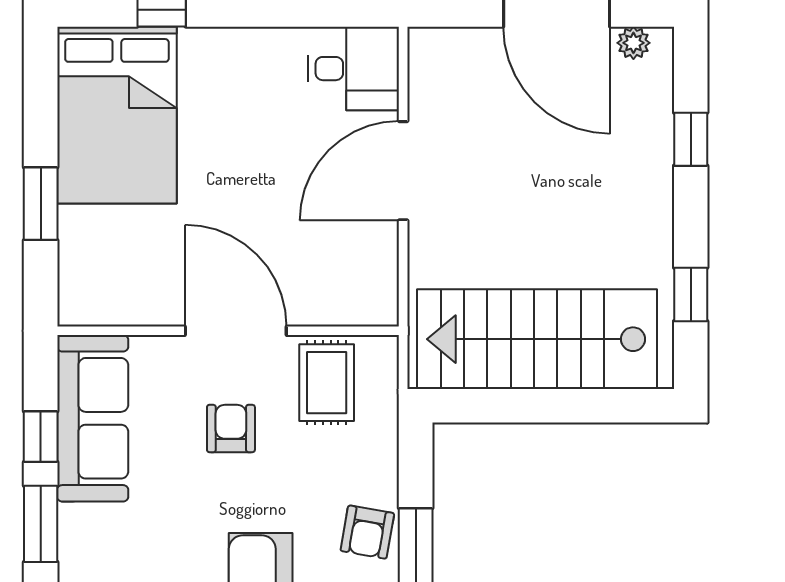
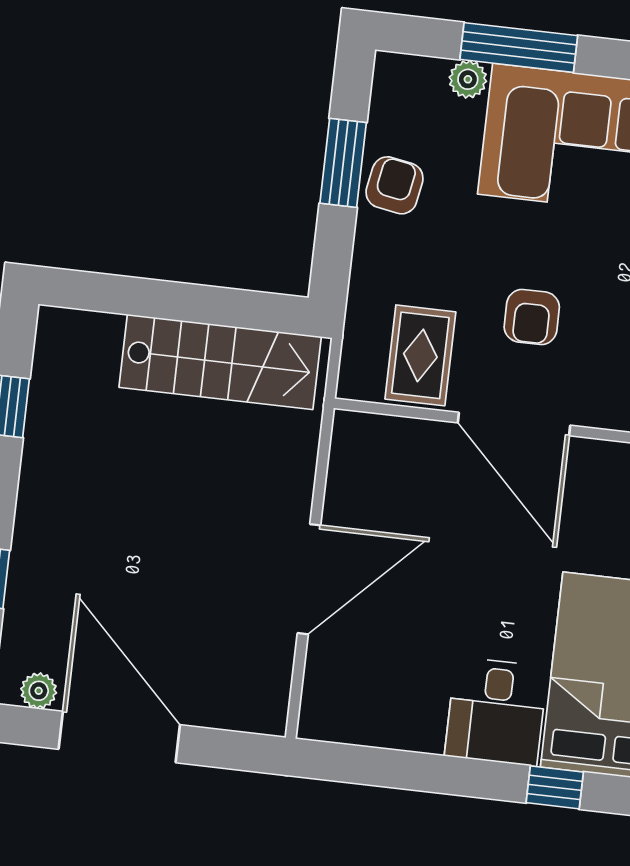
desk: (354, 69) -> (496, 711), moved, turned -90
stairs: (537, 339) -> (220, 362), width x0.73, depth x0.66

